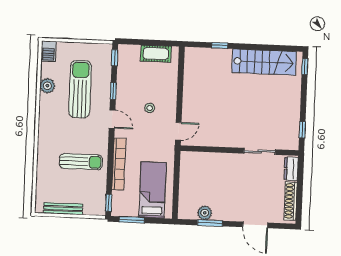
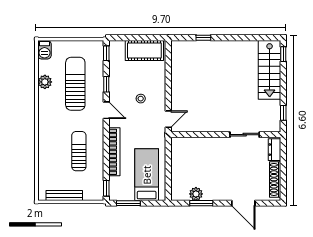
cot: (156, 54) -> (144, 50), width x1.37, depth x1.34
stairs: (264, 62) -> (270, 70), moved, turned 90
sun lounger: (81, 162) -> (79, 151), turned -90

